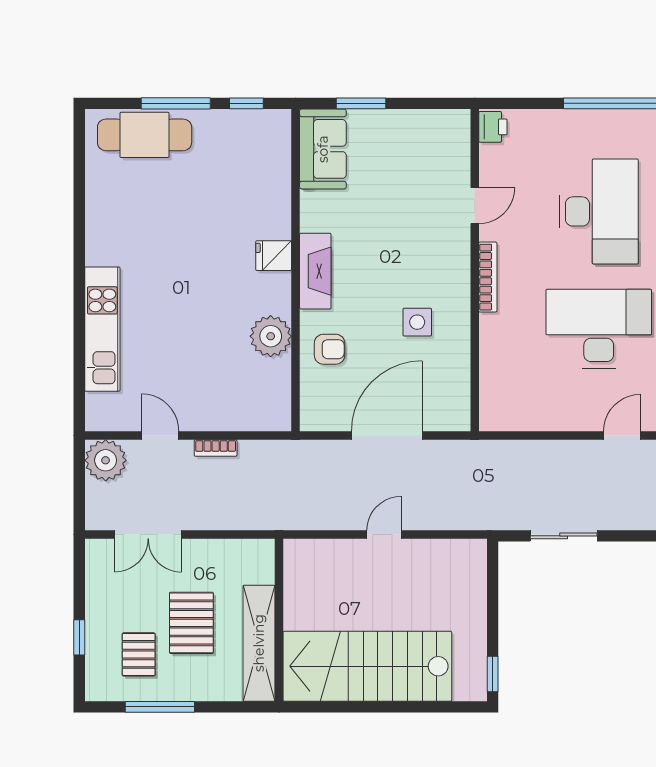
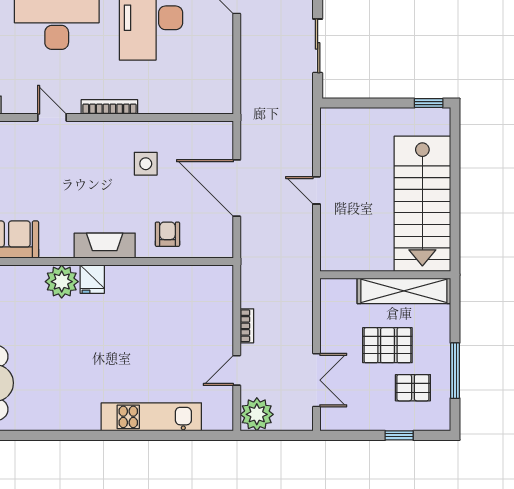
plant: (271, 336) -> (62, 282), moved

